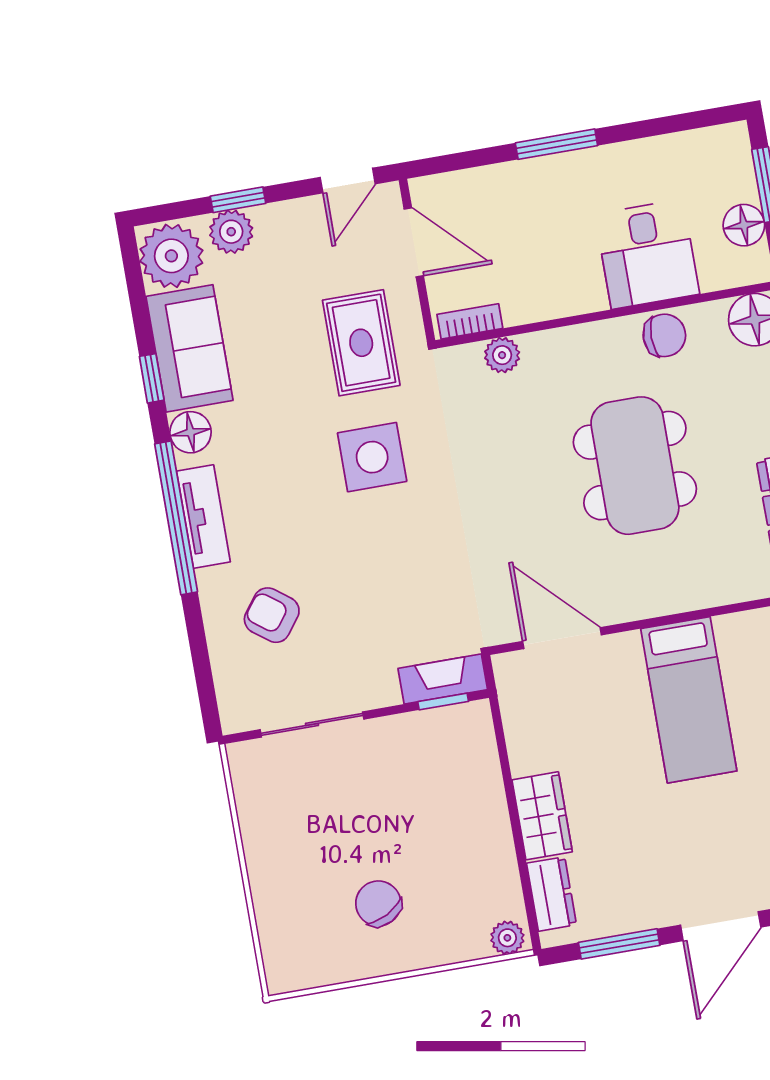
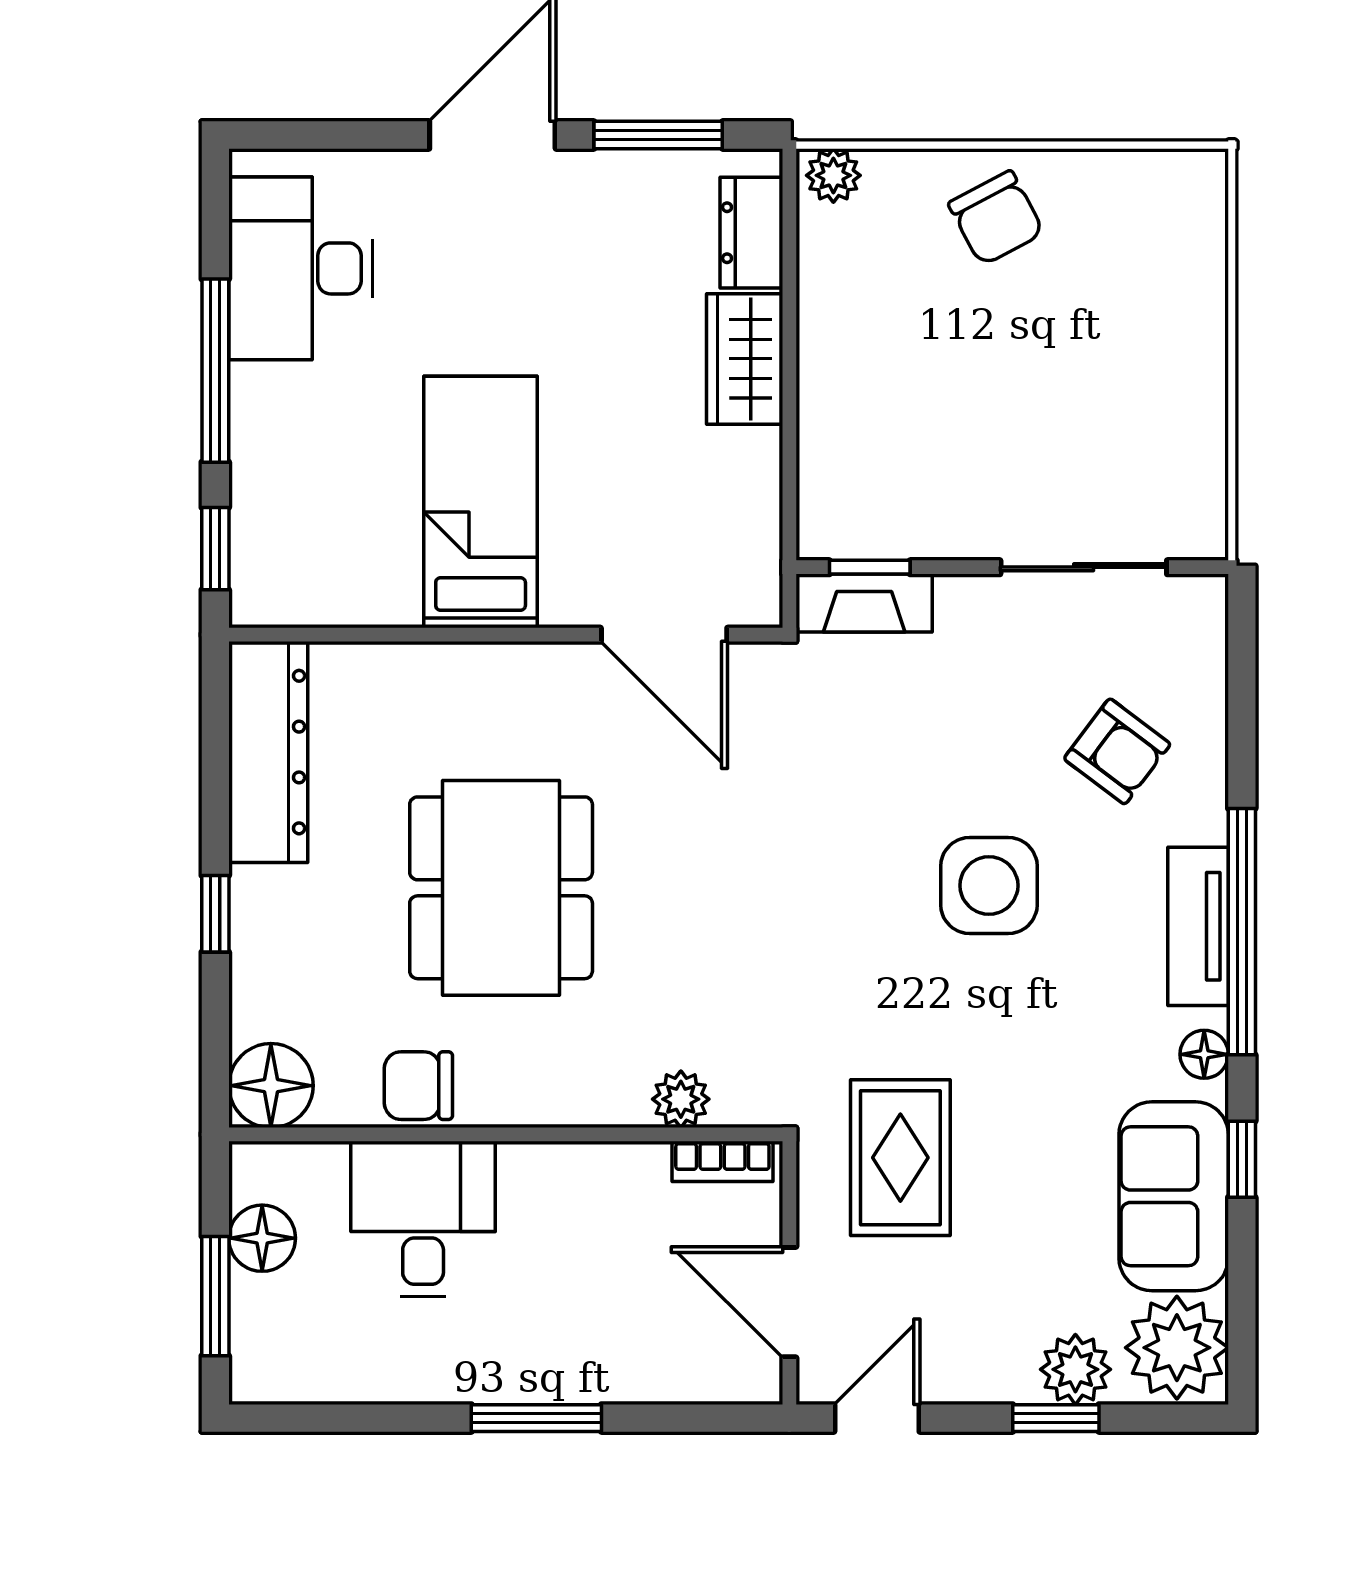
floor lamp: (191, 432) -> (1204, 1054), width x0.73, depth x0.73
side table: (372, 457) -> (989, 886), moved
chair: (378, 903) -> (996, 218), moved

